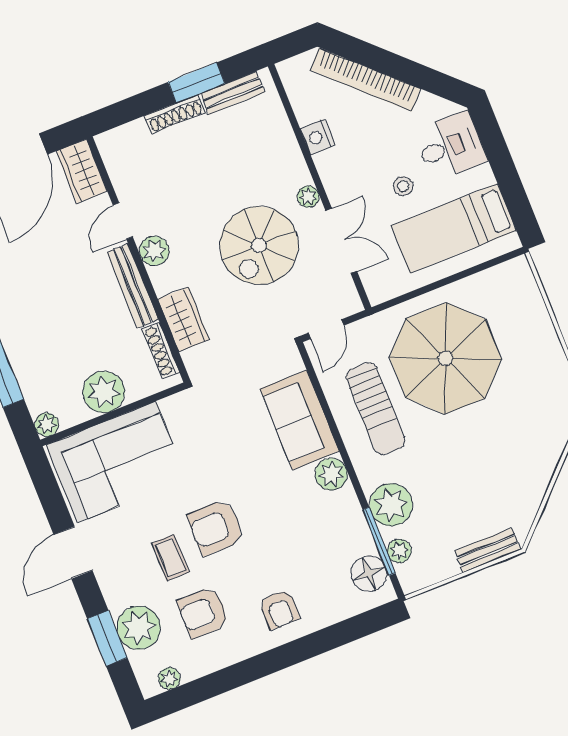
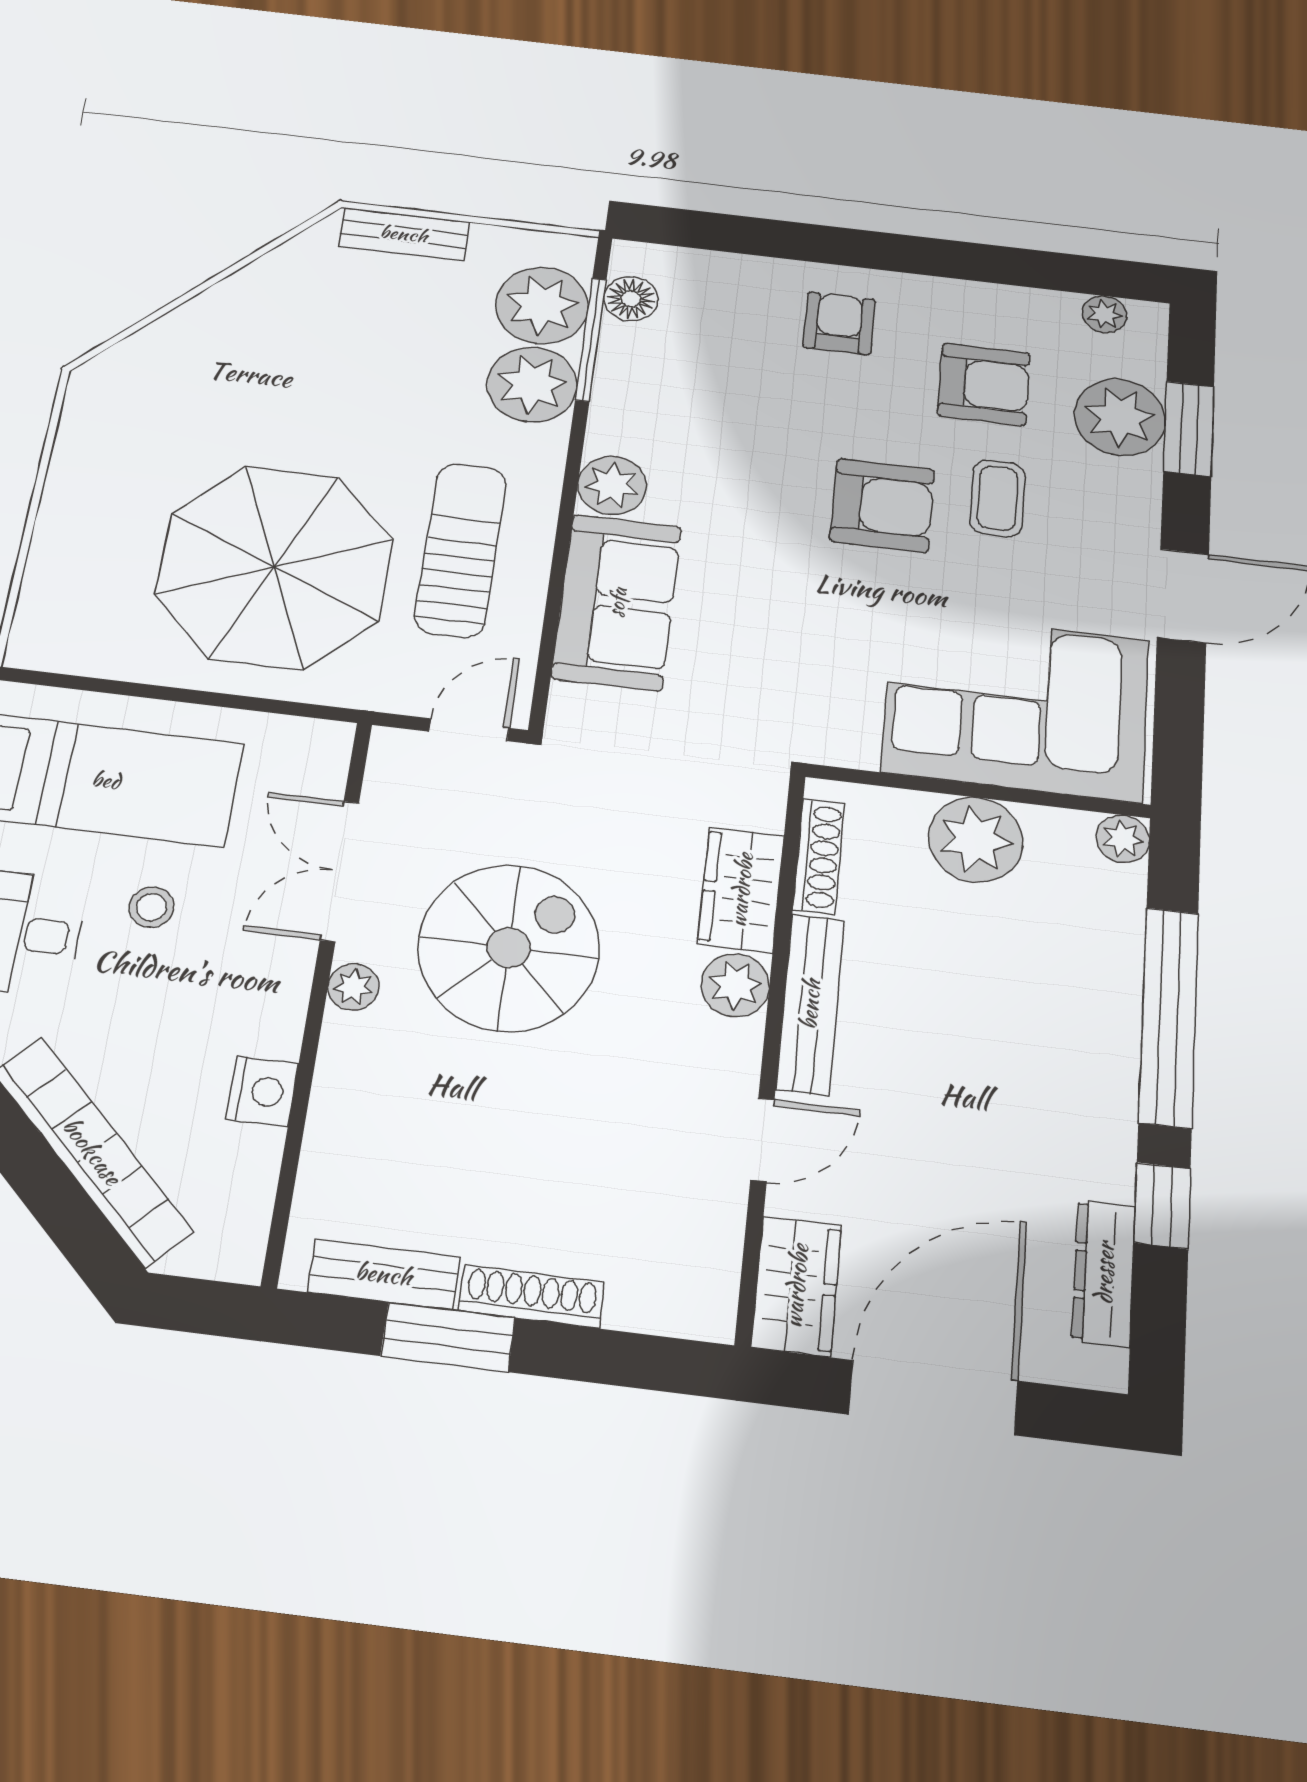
plant: (154, 251) -> (735, 985), moved
plant: (399, 551) -> (542, 305), width x1.87, depth x1.87
floor lamp: (369, 574) -> (631, 299), width x0.73, depth x0.73

